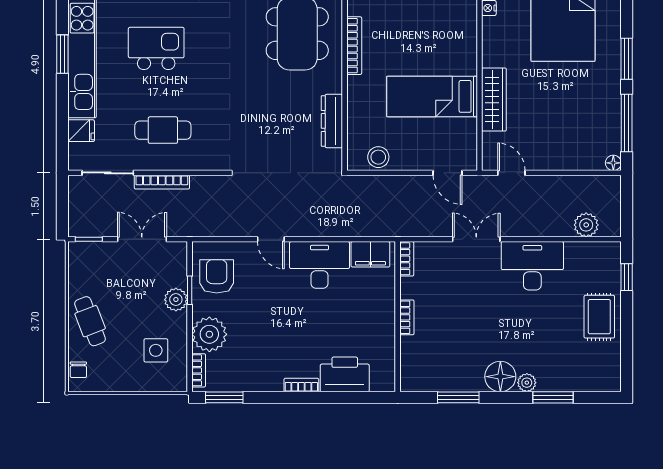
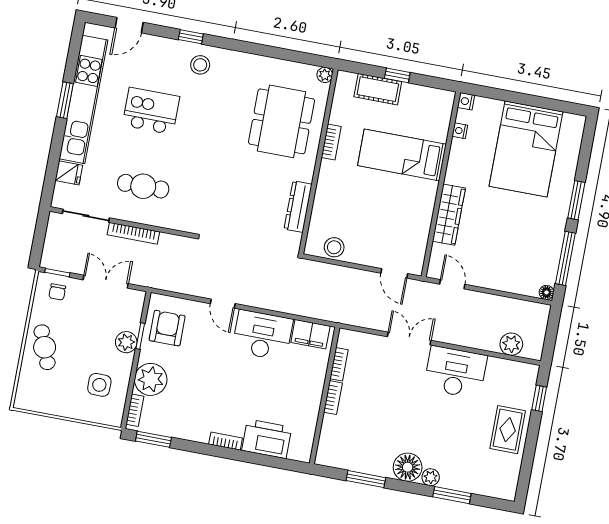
bookcase: (354, 46) -> (331, 142), width x0.64
bed: (432, 96) -> (402, 155), moved
bookcase: (407, 259) -> (339, 364), moved
chair: (78, 370) -> (57, 292), moved

